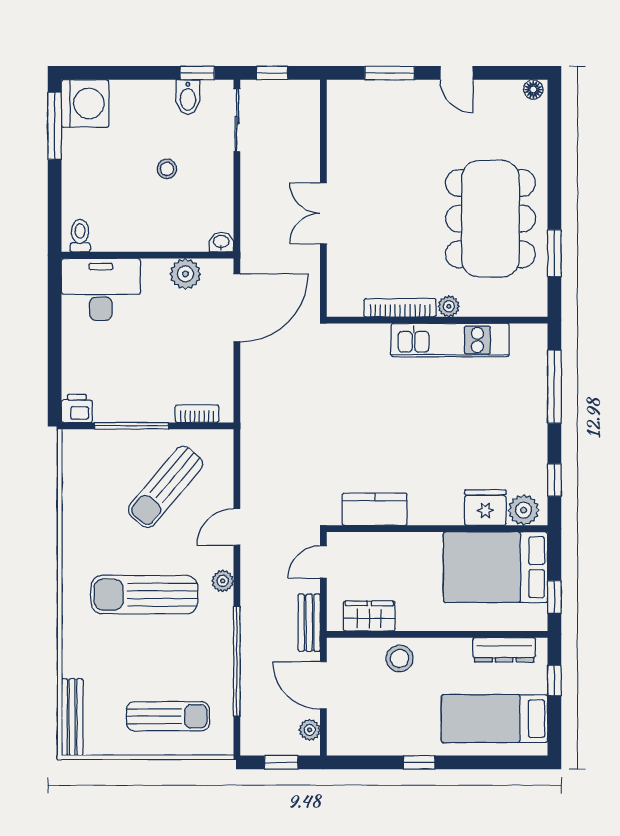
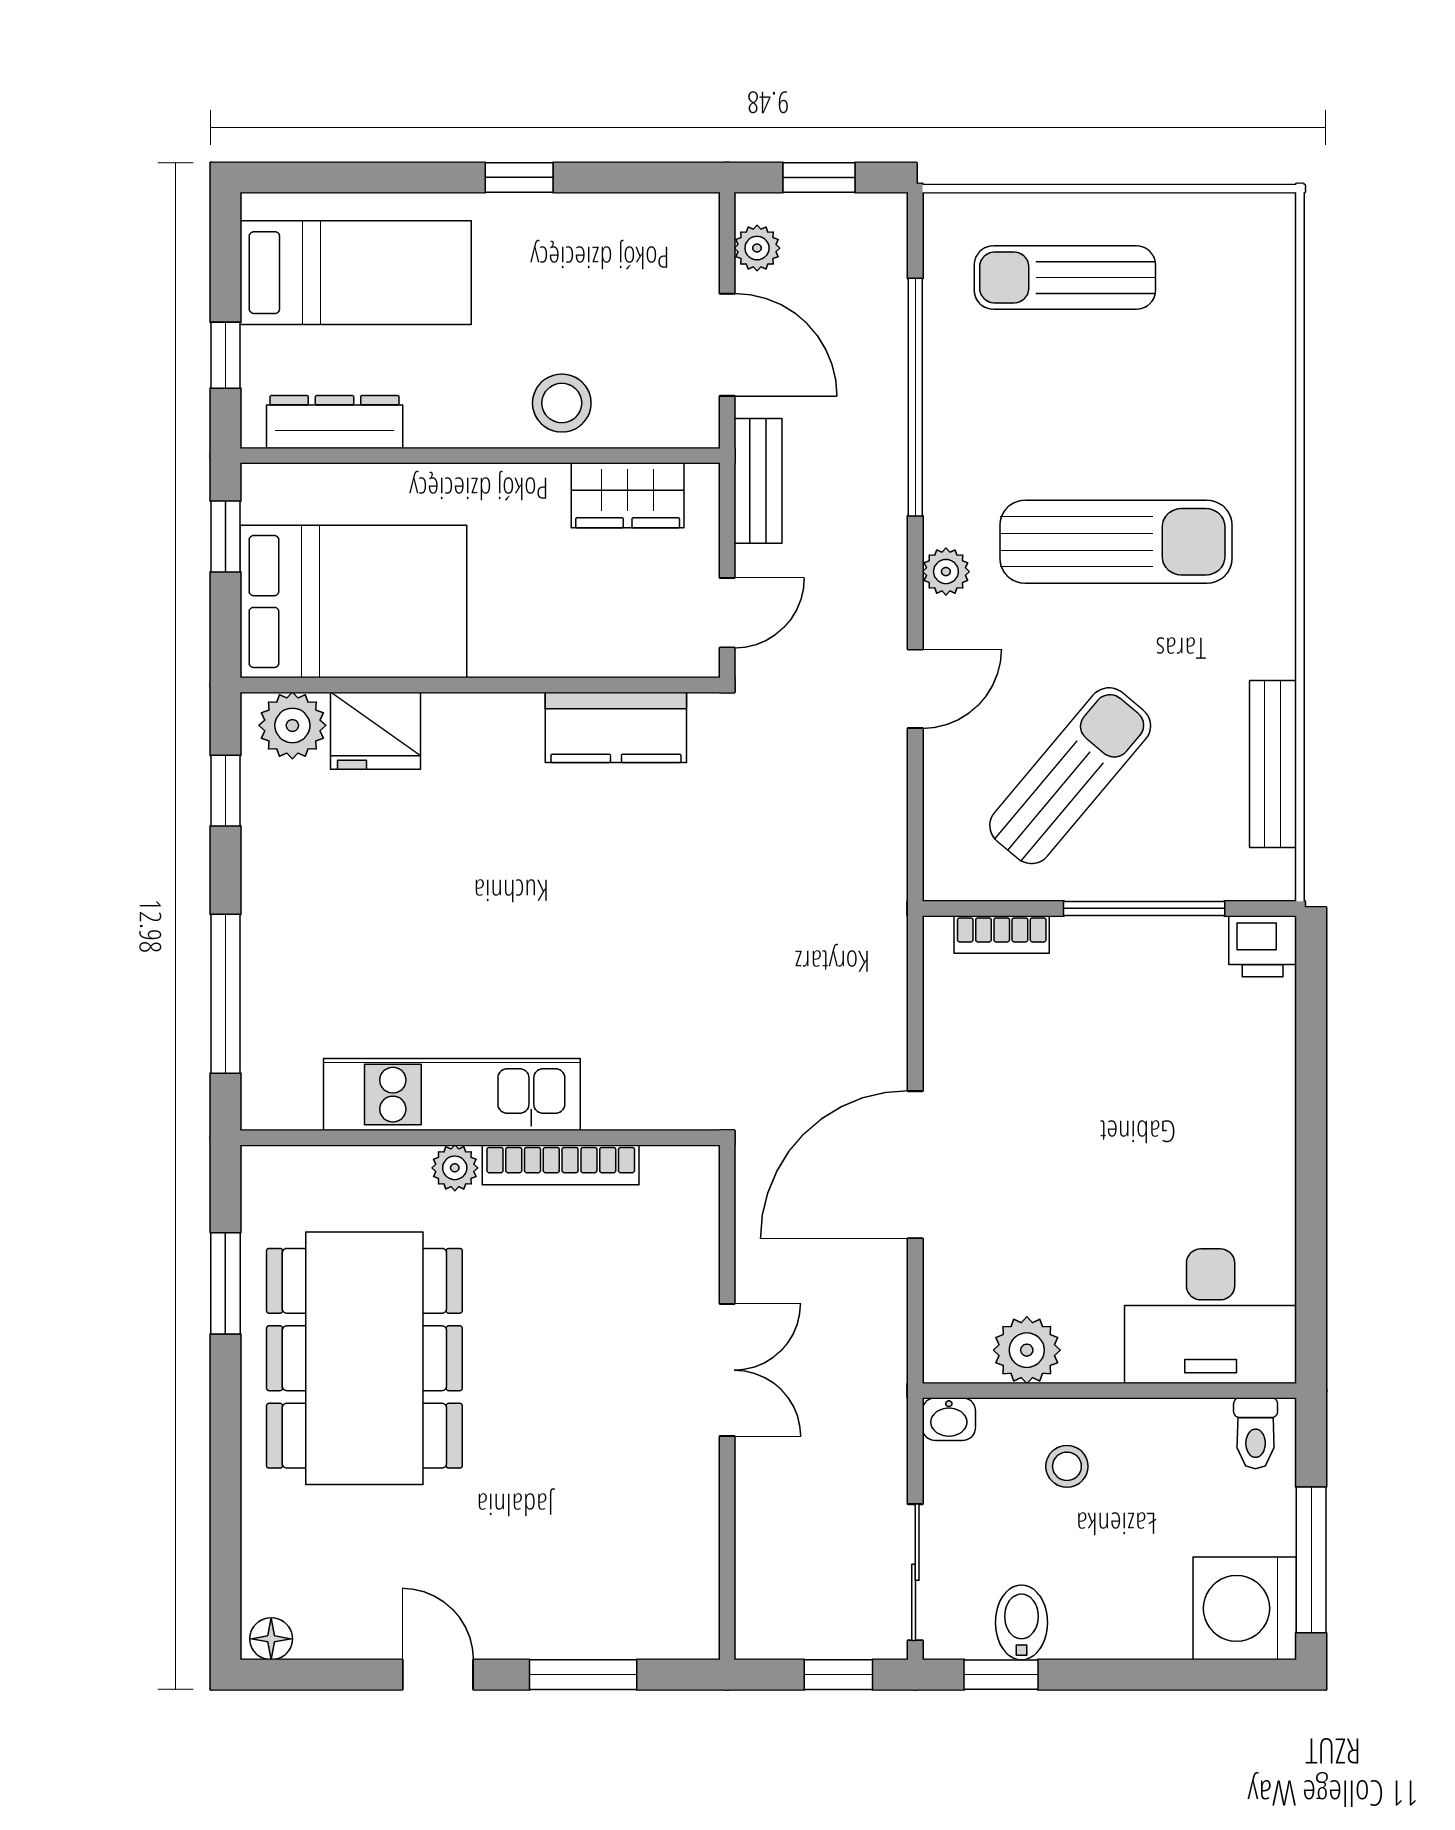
toilet: (80, 236) -> (1256, 1433), moved
washbasin: (221, 242) -> (949, 1419), moved
wall: (147, 255) -> (1109, 1391), moved
plant: (185, 274) -> (1027, 1350), moved
desk: (101, 289) -> (1211, 1316), moved
bench: (72, 717) -> (1273, 764), moved

